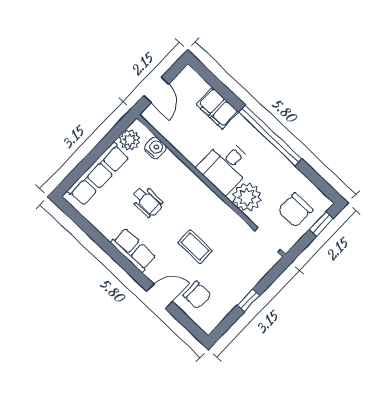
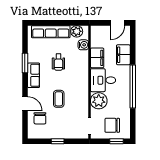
door: (156, 90) -> (118, 23), moved
filing cabinet: (189, 146) -> (97, 58), added
window: (107, 246) -> (25, 63), added

